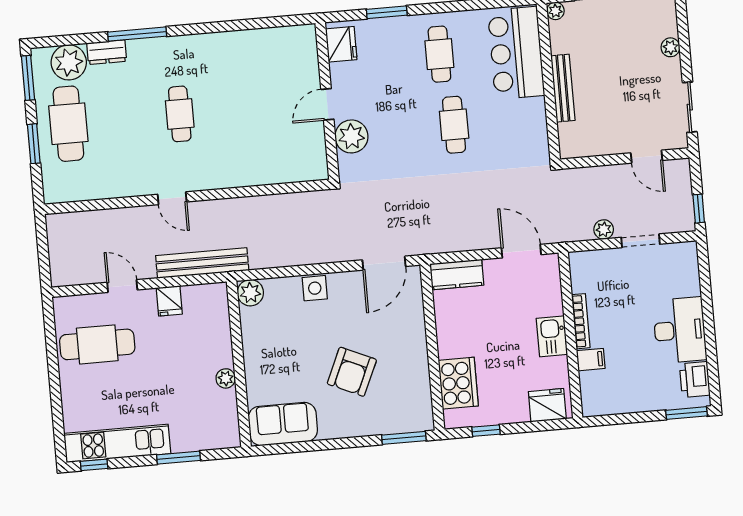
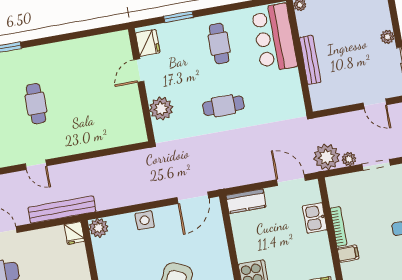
plant: (670, 47) -> (387, 37), moved
door: (327, 104) -> (139, 70), moved
cafe table: (454, 125) -> (223, 106), moved, turned 90
plant: (573, 224) -> (327, 157), added
fridge: (169, 301) -> (74, 233), moved
kitchen sink: (552, 336) -> (315, 218), moved

